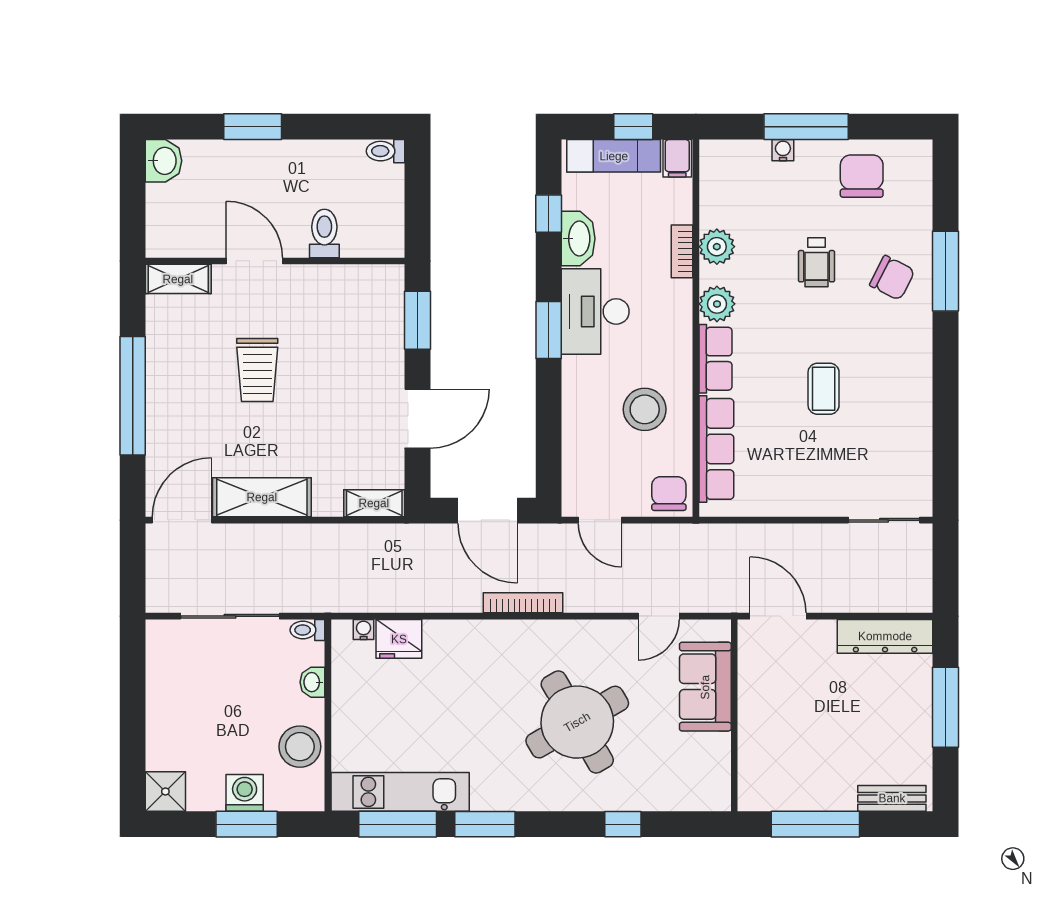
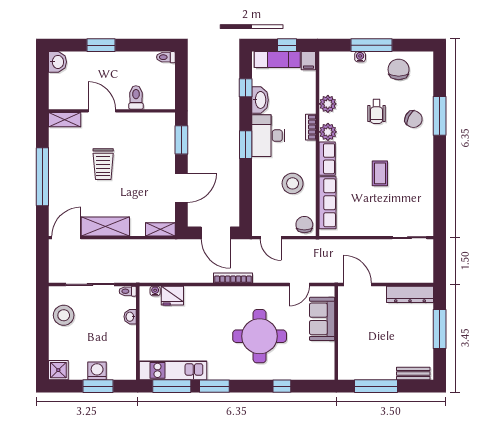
bookcase: (682, 251) -> (311, 127), moved
round table: (577, 722) -> (260, 336), turned 30
stool: (300, 747) -> (64, 315), moved

